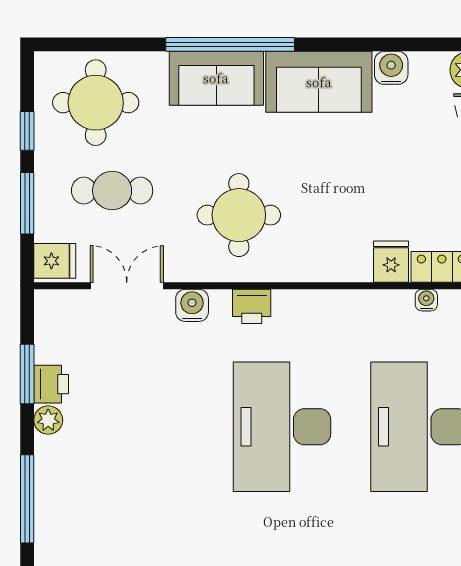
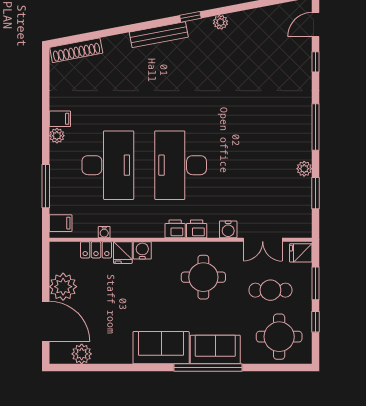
water cooler: (391, 68) -> (142, 250), moved, turned 180
printer: (51, 384) -> (175, 229), moved, turned 90
desk: (282, 427) -> (181, 165), turned 180

